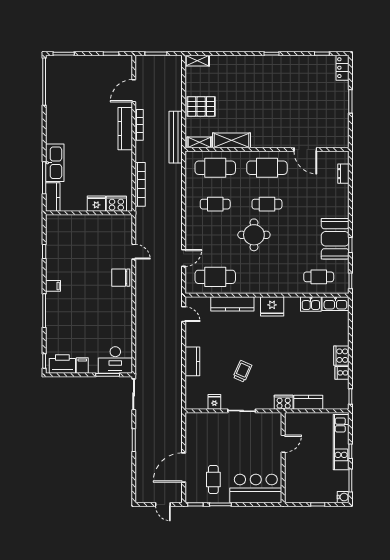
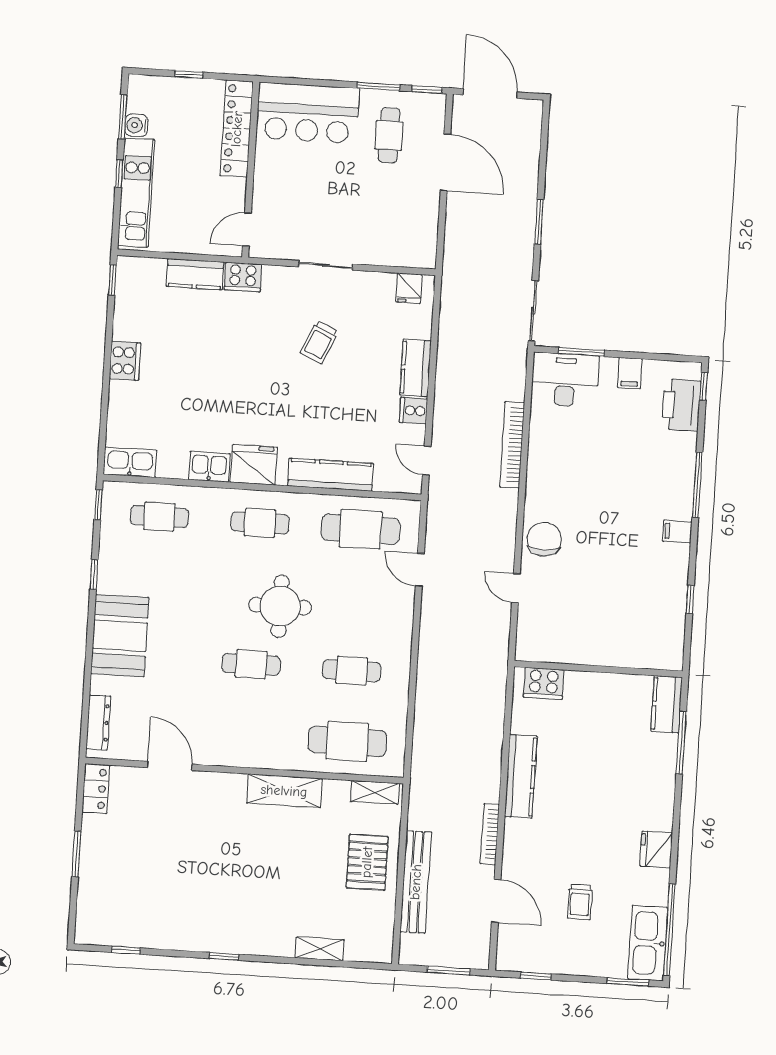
shelving: (197, 61) -> (320, 949), moved
locker: (343, 68) -> (96, 789), moved
door: (134, 91) -> (496, 901), hinge flipped
trolley: (91, 93) -> (580, 902), added
pallet: (201, 106) -> (367, 862), turned 90
kitchen counter: (125, 129) -> (521, 776), moved
bench: (176, 137) -> (416, 882), moved
shelving: (232, 140) -> (284, 791), moved
kitchen sink: (55, 163) -> (648, 943), moved
cafe table: (267, 168) -> (260, 523), moved, width x0.73, depth x0.74
dresser: (343, 174) -> (98, 722), width x1.44
bookcase: (140, 184) -> (512, 445), moved
fridge: (96, 204) -> (656, 849), moved, turned 90
booth: (335, 239) -> (120, 636), moved
door: (184, 258) -> (420, 570), hinge flipped
chair: (121, 278) -> (544, 539), turned -90
kitchen sink: (311, 304) -> (209, 467), moved
printer: (62, 364) -> (681, 405), moved, turned 90
cooker: (342, 373) -> (413, 411), moved, turned 180
fridge: (214, 402) -> (409, 288), moved
door: (283, 444) -> (247, 229), moved
door: (184, 467) -> (445, 162), hinge flipped
locker: (292, 478) -> (237, 129), added
water cooler: (343, 497) -> (136, 125), moved
door: (163, 504) -> (490, 93), width x1.88

